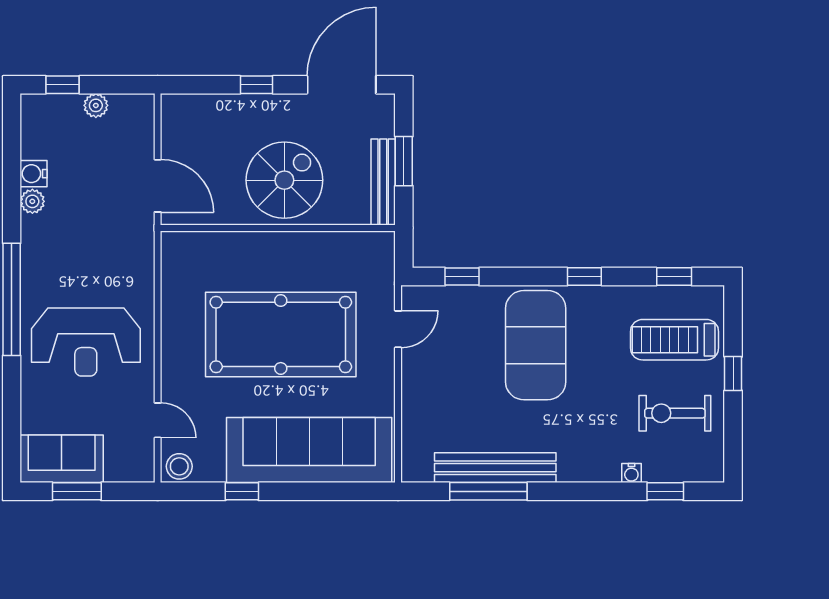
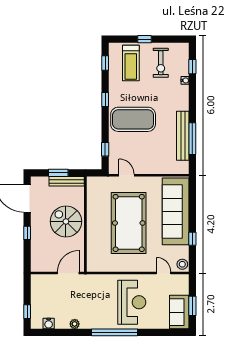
plant: (96, 105) -> (36, 298), removed
water cooler: (34, 174) -> (49, 323), moved
door: (158, 420) -> (164, 273), hinge flipped

